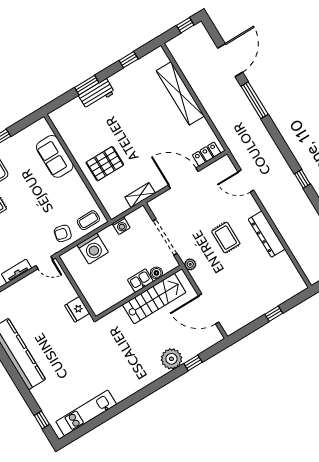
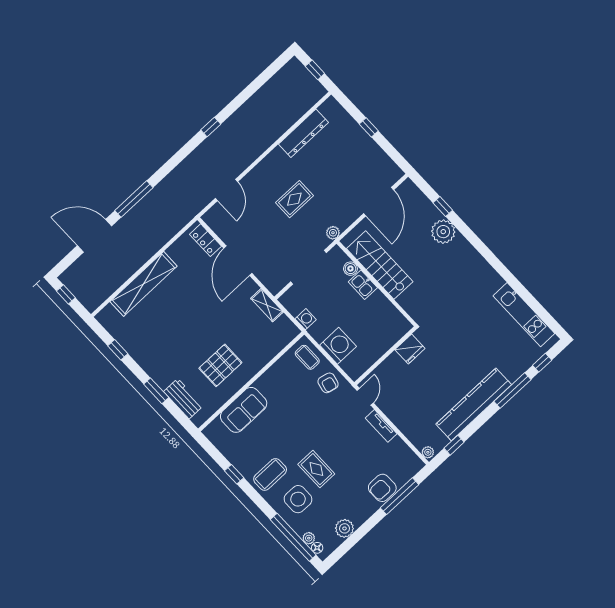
workbench: (97, 94) -> (183, 399), moved
pallet: (105, 164) -> (220, 365), moved, turned 90
dresser: (267, 234) -> (303, 133), moved
window: (23, 390) -> (512, 390), added

